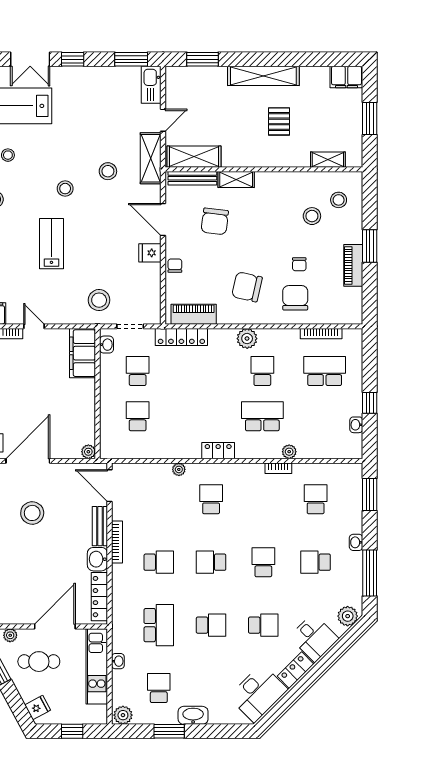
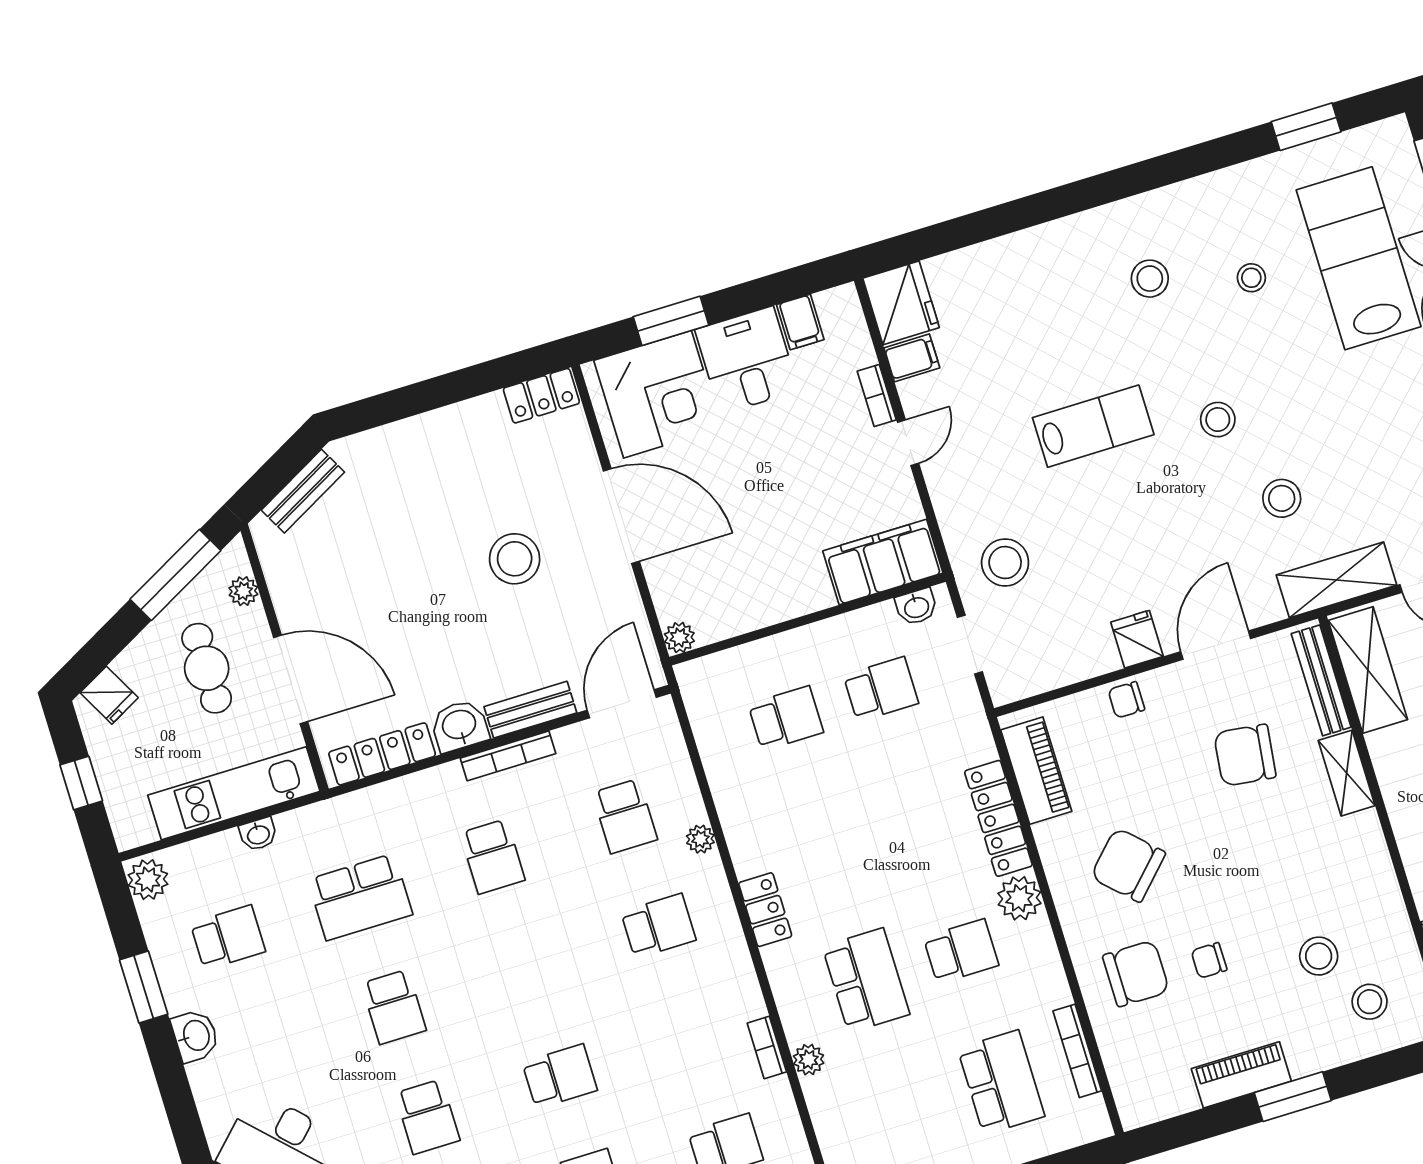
chair: (175, 266) -> (1126, 700), turned 180
chair: (247, 287) -> (1128, 865), turned -59
locker: (181, 337) -> (998, 818), moved
school desk: (211, 562) -> (625, 816), moved, turned 180
washbasin: (193, 715) -> (195, 1036), width x0.72

